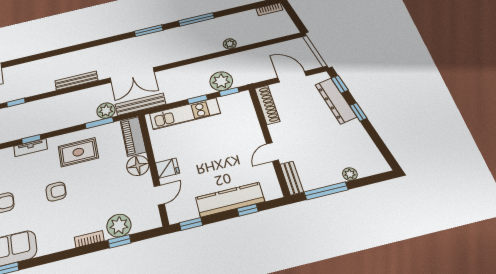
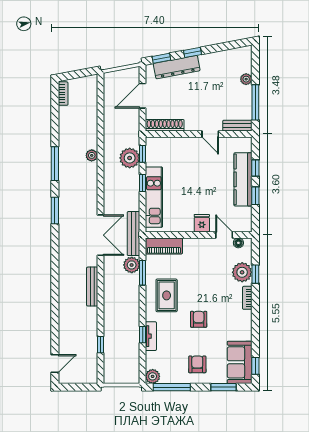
plant: (230, 44) -> (92, 155), moved
floor lamp: (138, 166) -> (238, 243), moved, width x0.53, depth x0.53
window: (191, 224) -> (255, 196), moved

